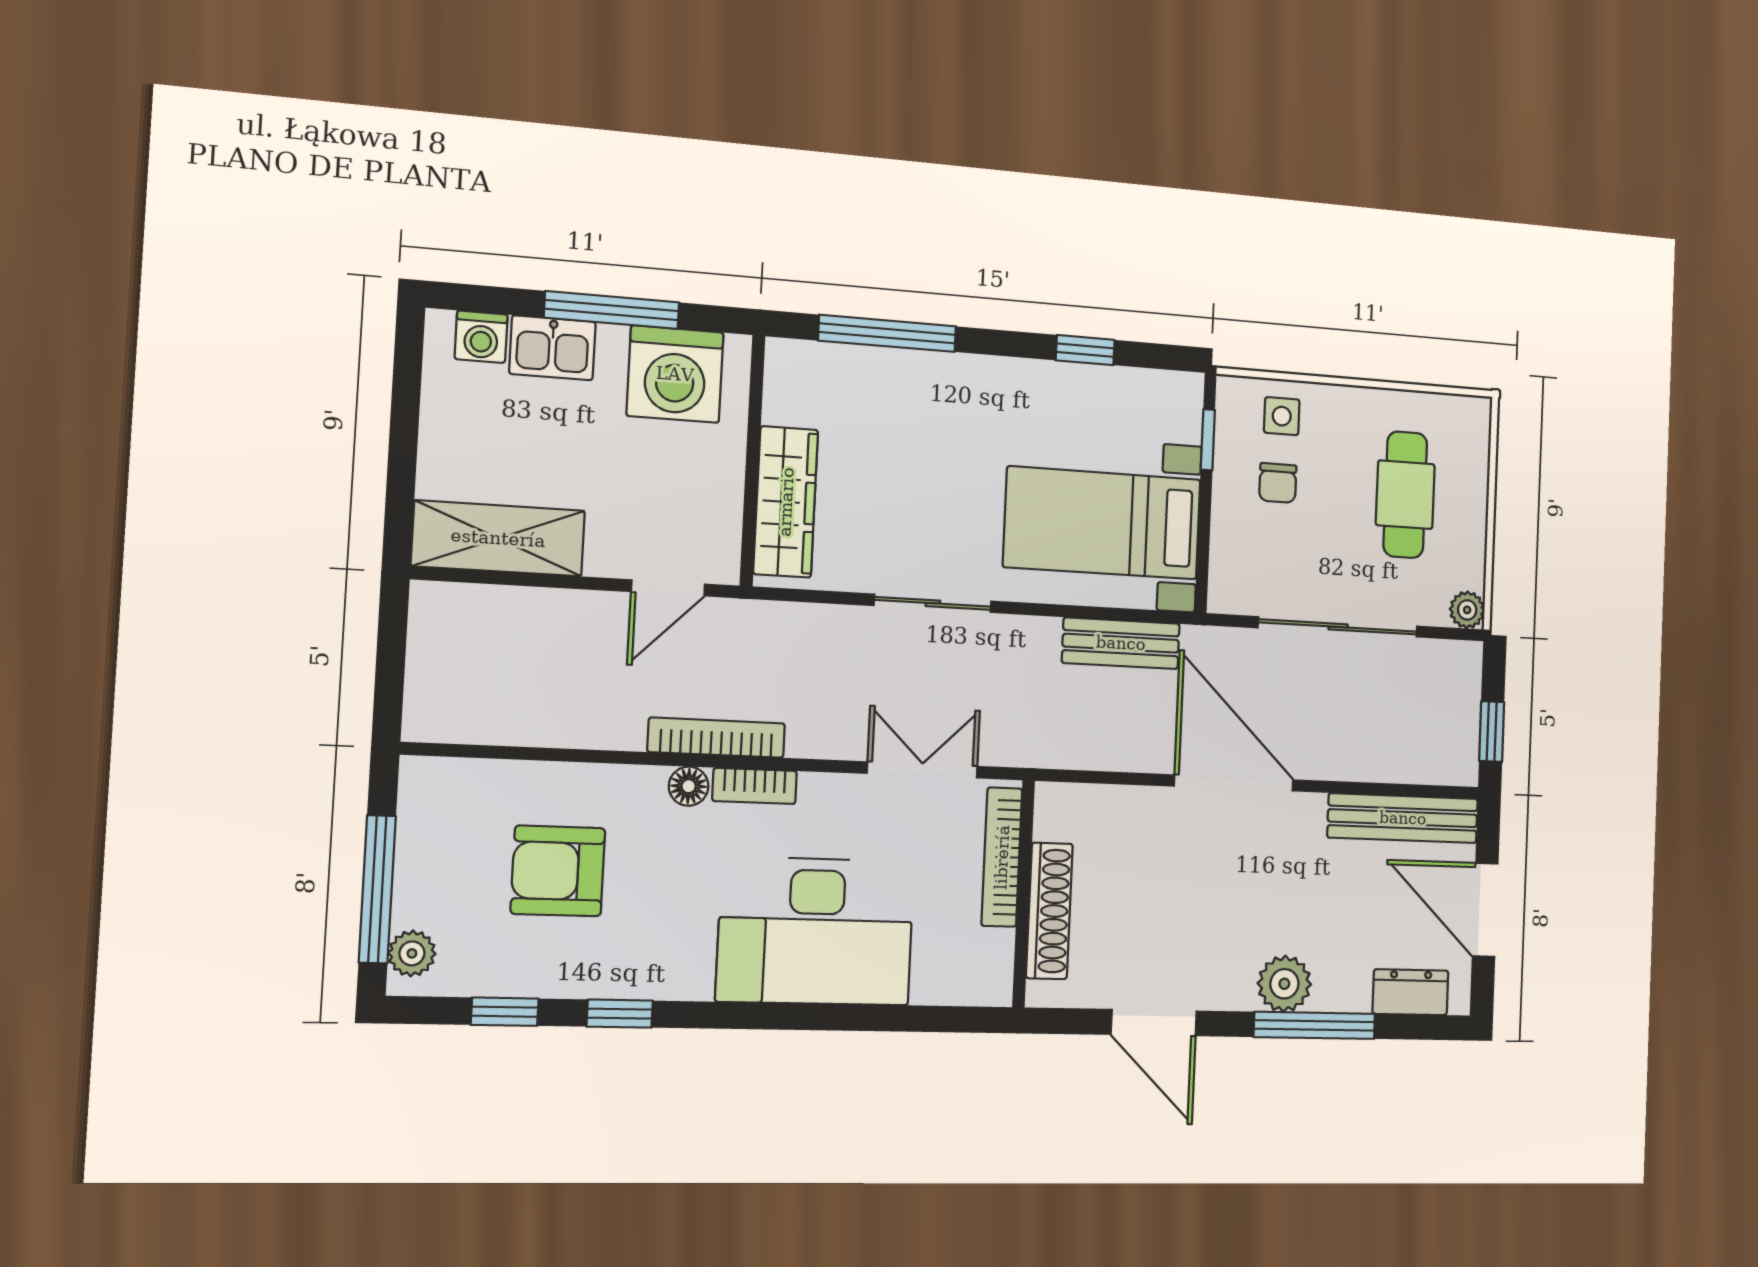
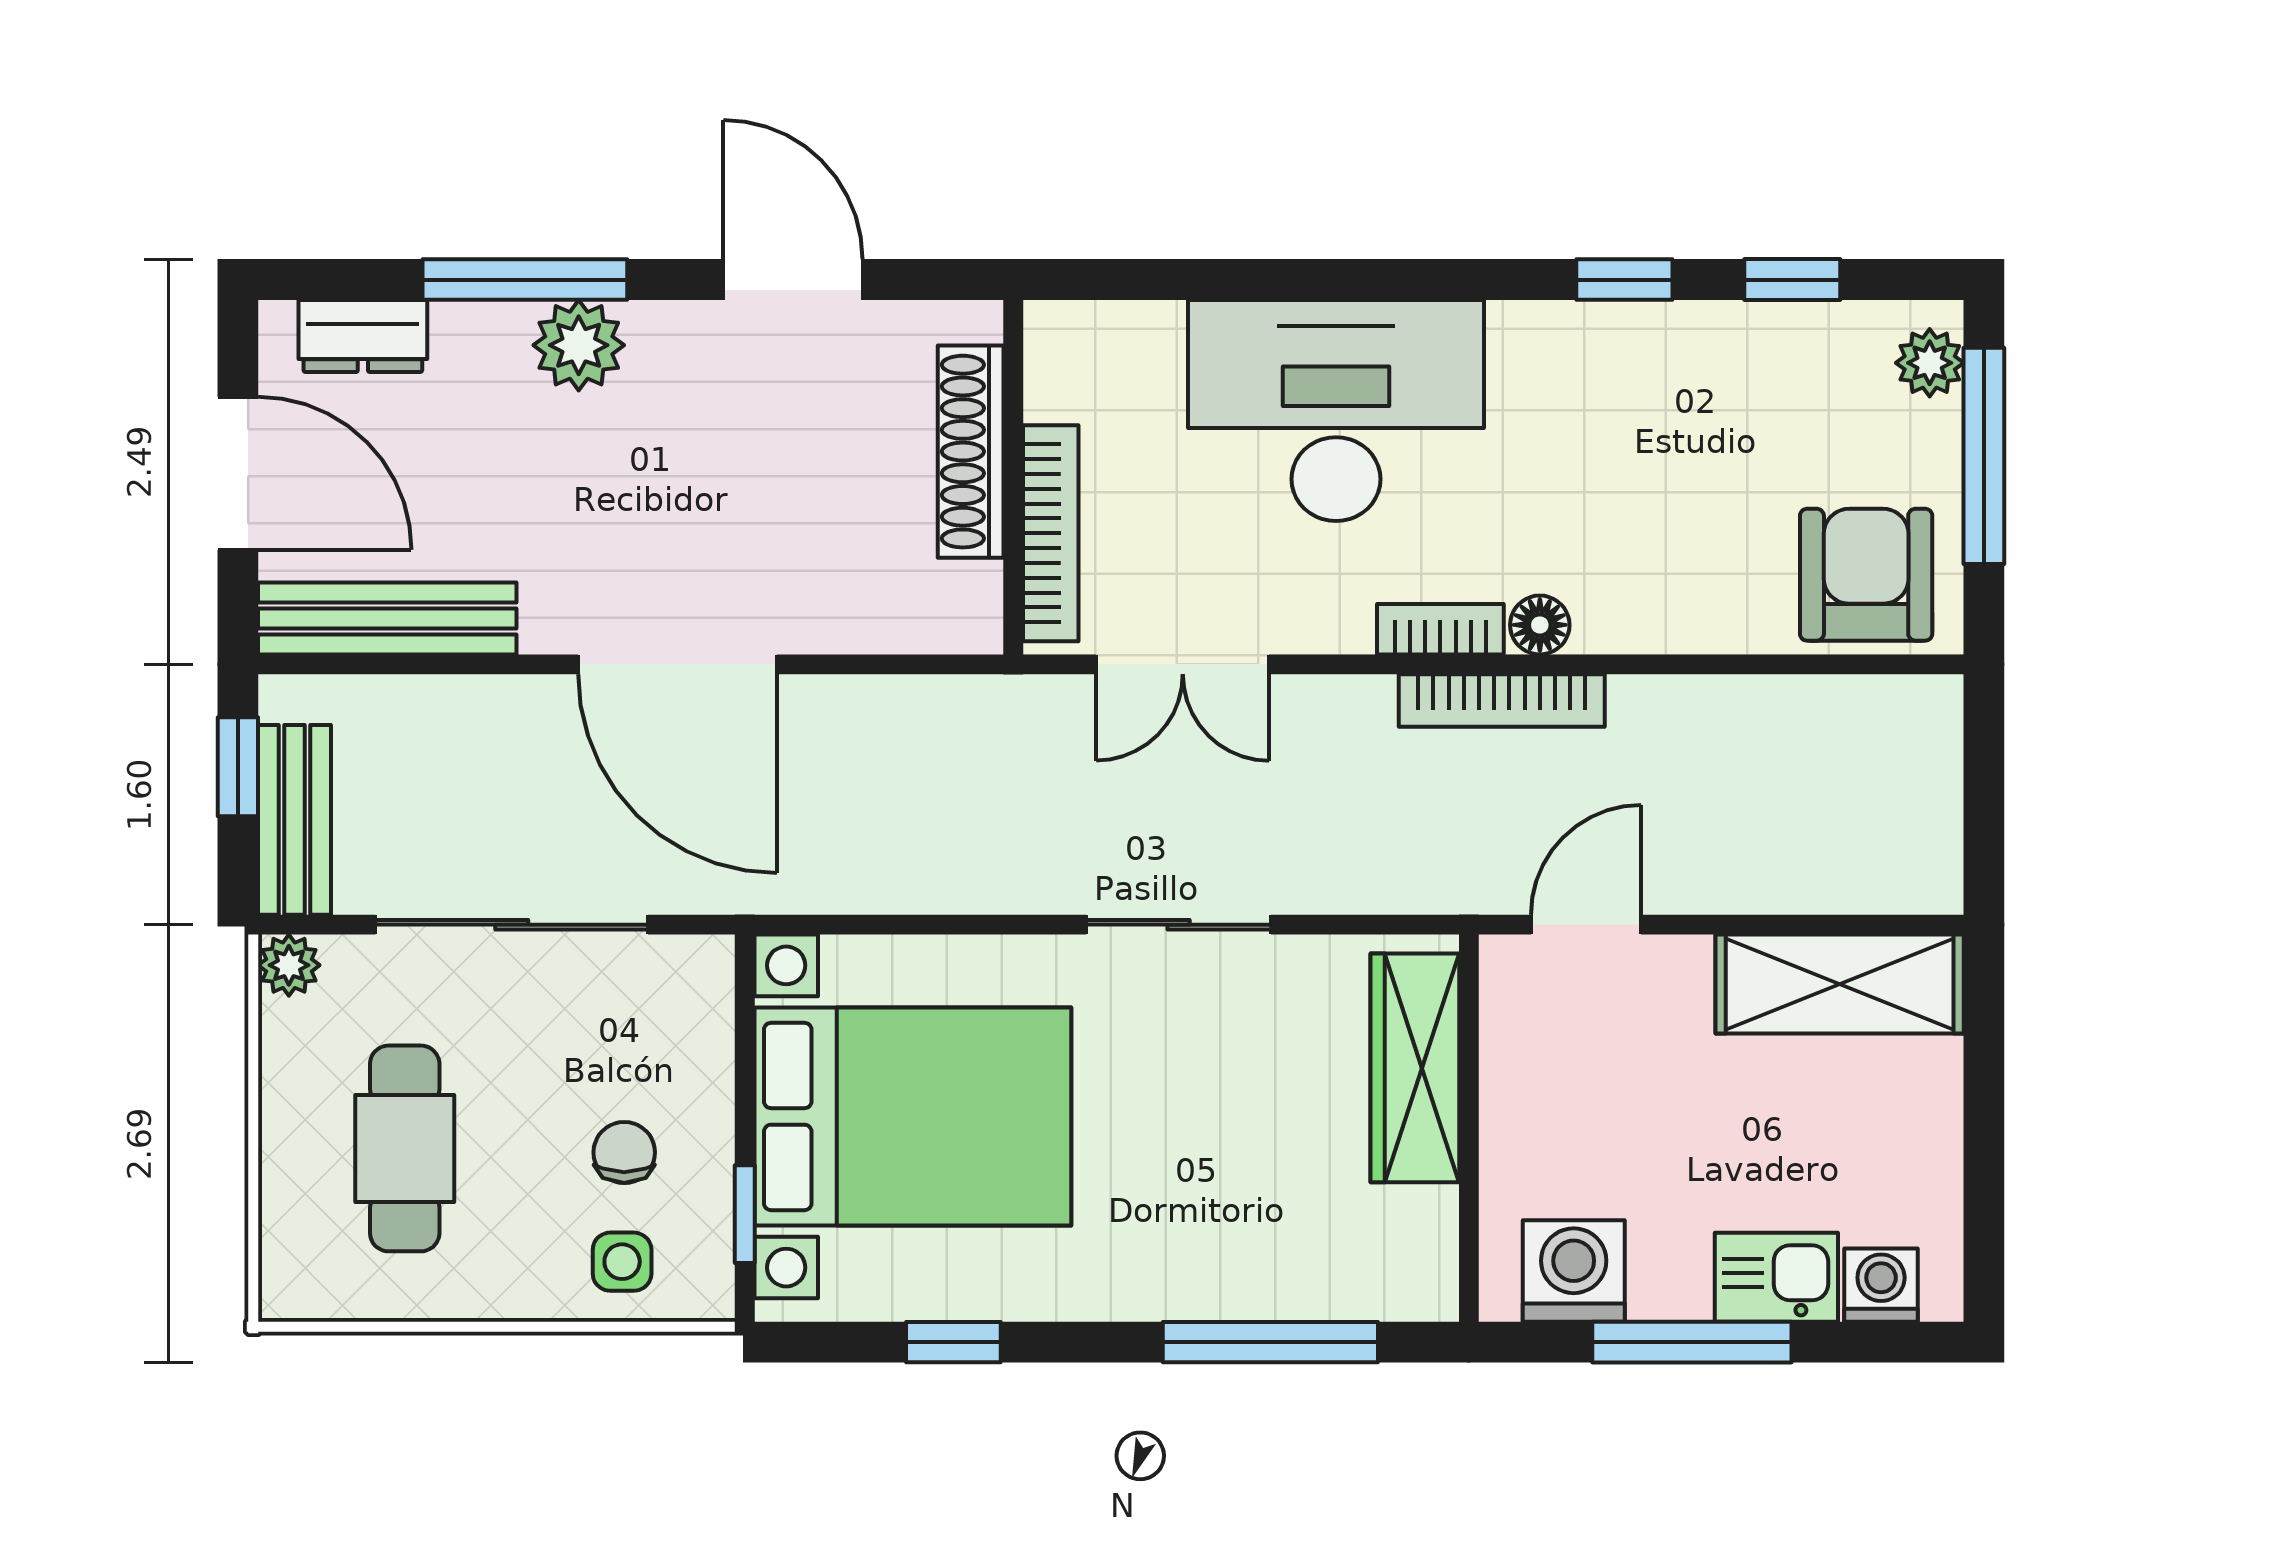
washing machine: (675, 374) -> (1574, 1271), width x0.73, depth x0.73
bed with nightstands: (1102, 523) -> (913, 1116), width x1.36
bench: (1121, 643) -> (294, 820), moved, turned 90
armchair: (558, 871) -> (1866, 575), moved, turned -90

